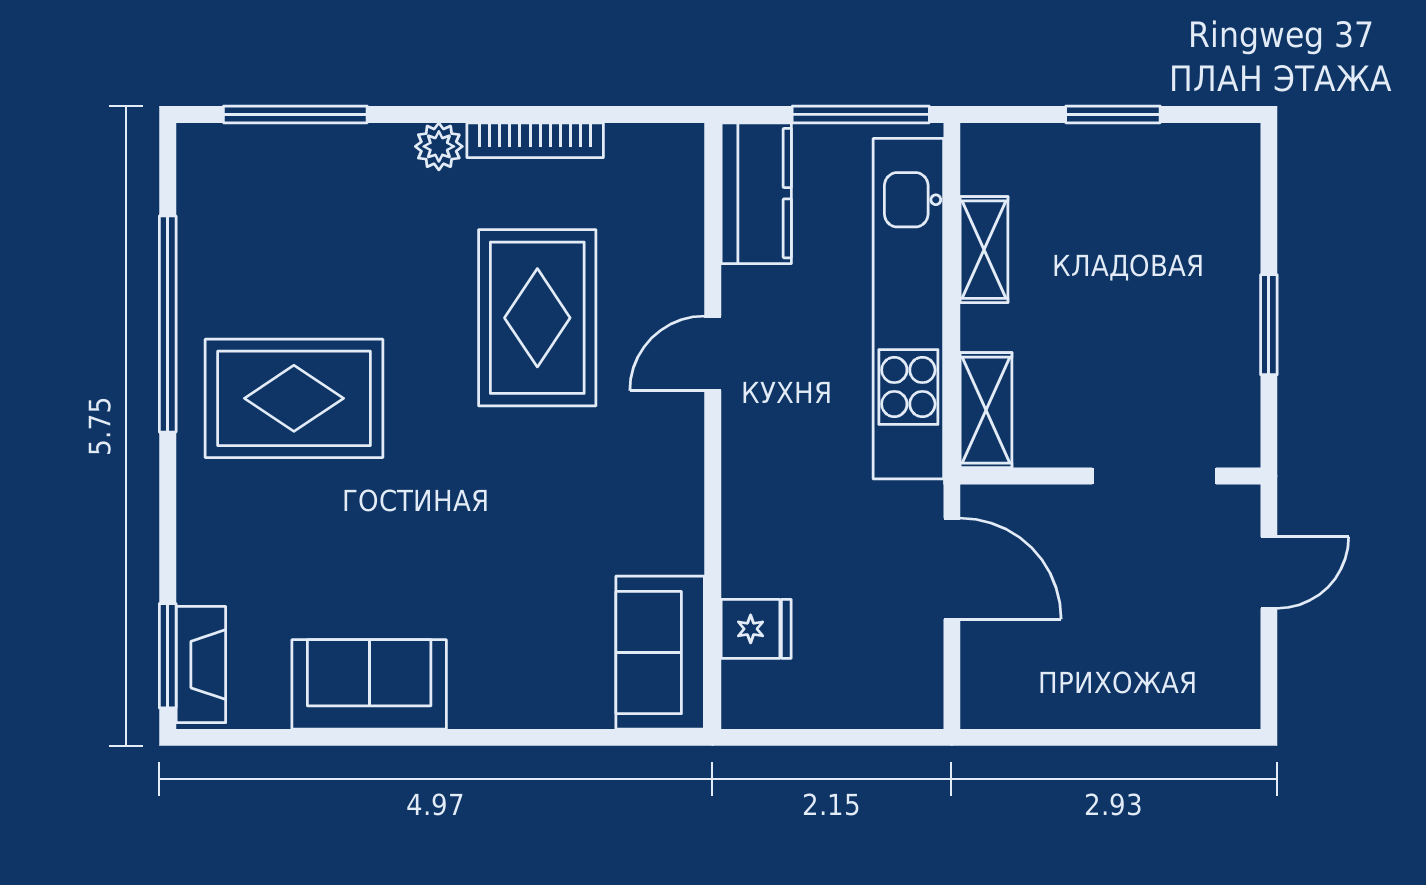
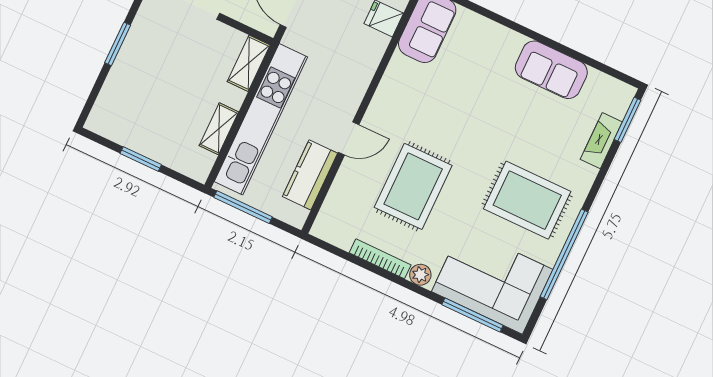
kitchen counter: (756, 193) -> (310, 175), moved
corner sofa: (288, 203) -> (492, 281), added
fireplace: (201, 665) -> (601, 141), moved

